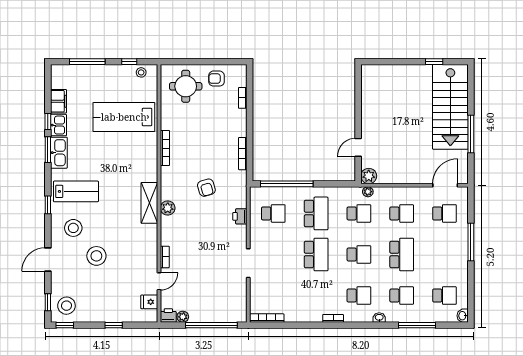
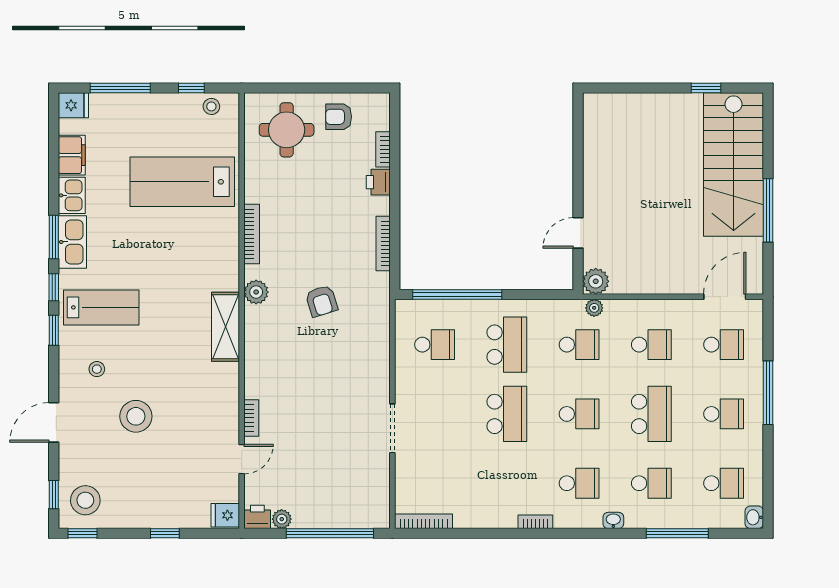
fridge: (59, 72) -> (73, 105), added
window: (48, 121) -> (54, 287), moved
plant: (168, 208) -> (256, 292), moved
printer: (240, 216) -> (378, 182), moved
stool: (73, 228) -> (97, 369), width x0.53, depth x0.53
school desk: (444, 254) -> (724, 414), added
fridge: (149, 302) -> (225, 515), moved

